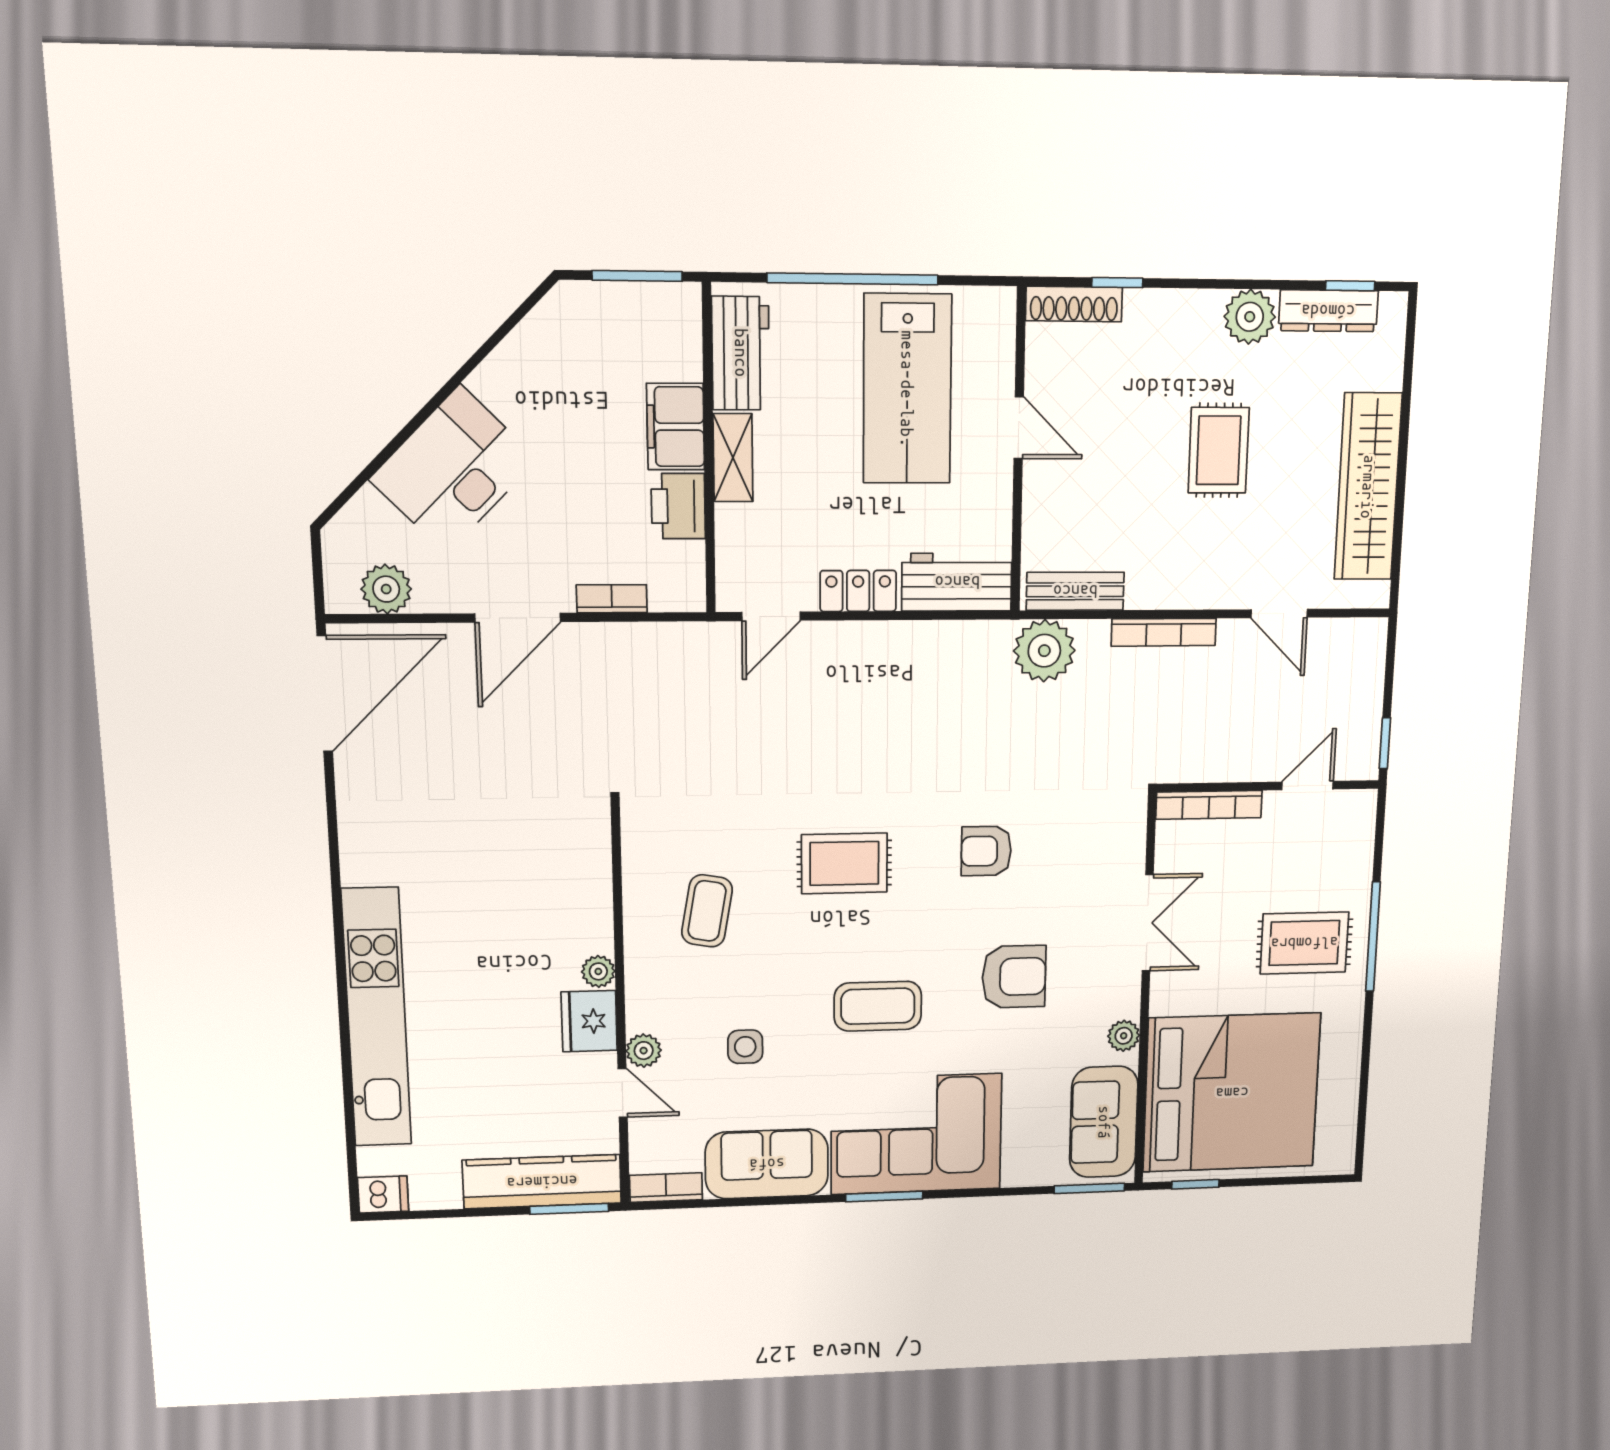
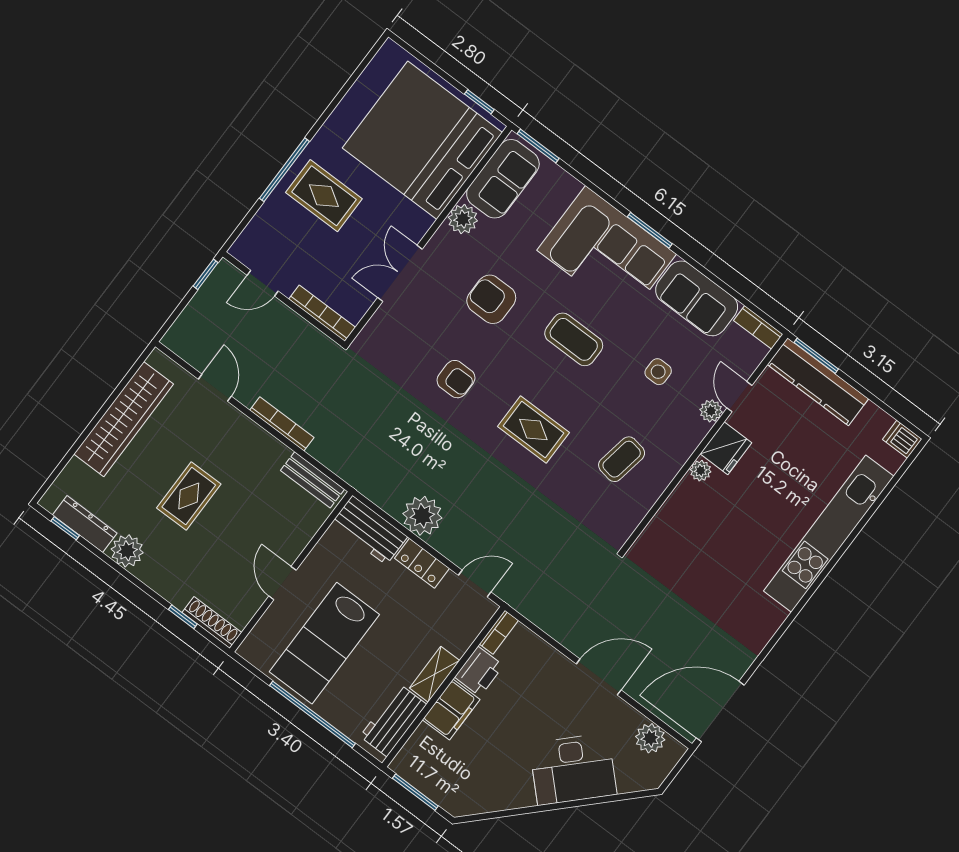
lab bench: (907, 389) -> (324, 643), turned 180
bookcase: (612, 599) -> (499, 632), moved, turned -90
plant: (1044, 651) -> (422, 516), moved
plant: (1124, 1036) -> (463, 219), width x1.38, depth x1.38

